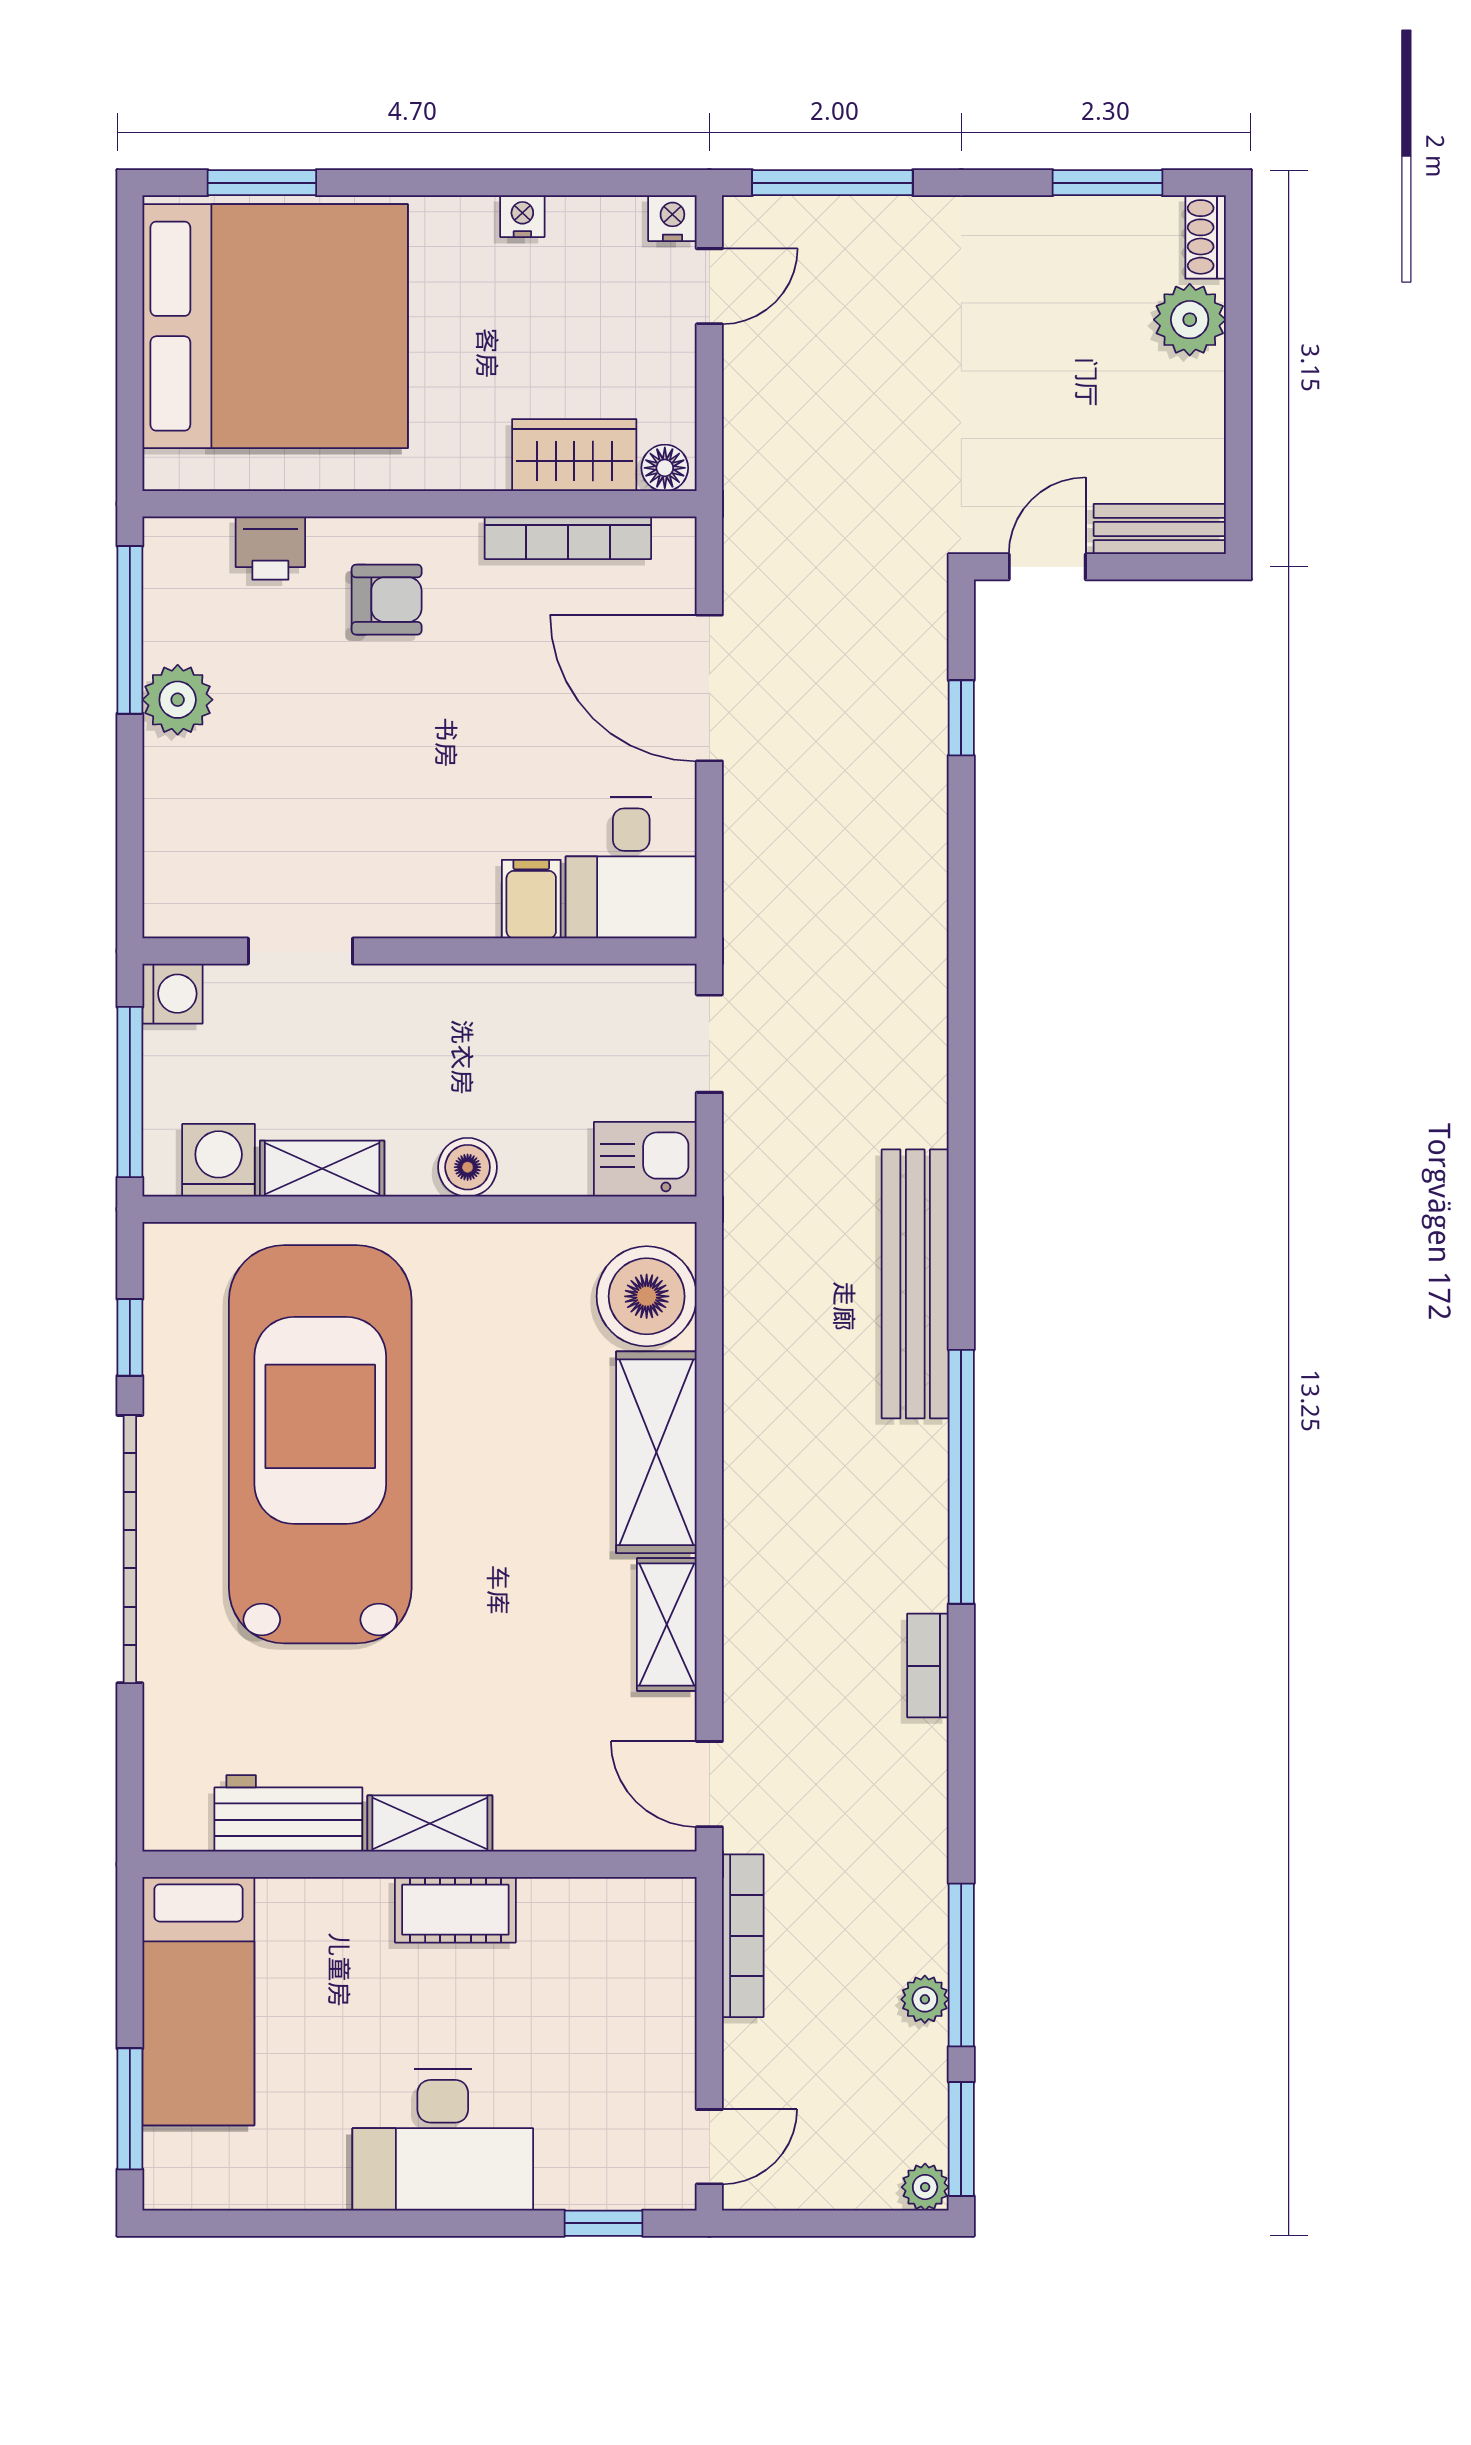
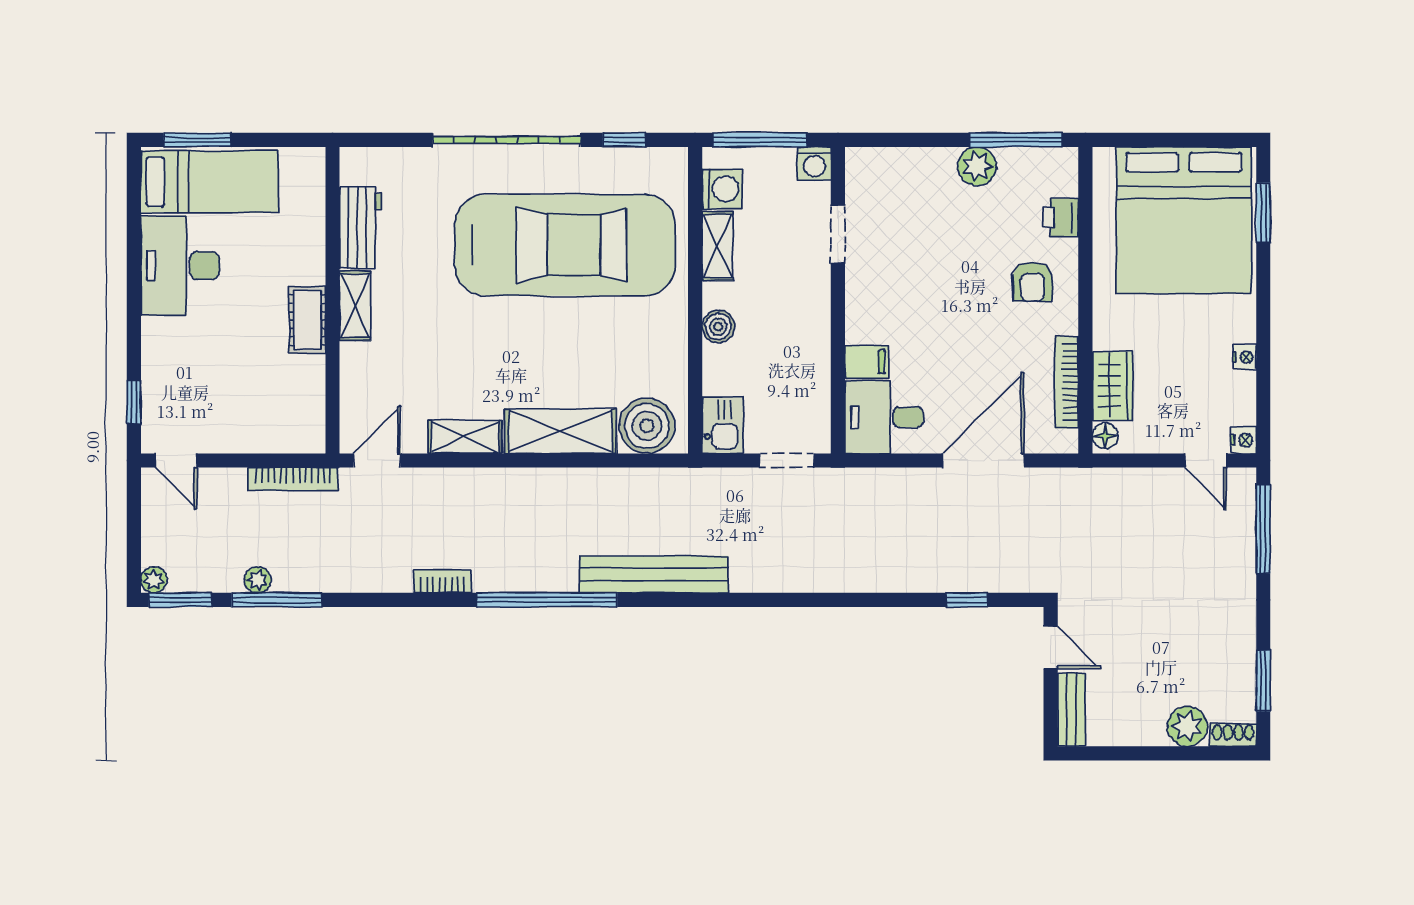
bed: (198, 2001) -> (210, 182), moved, turned 180
desk: (443, 2140) -> (180, 266), moved

